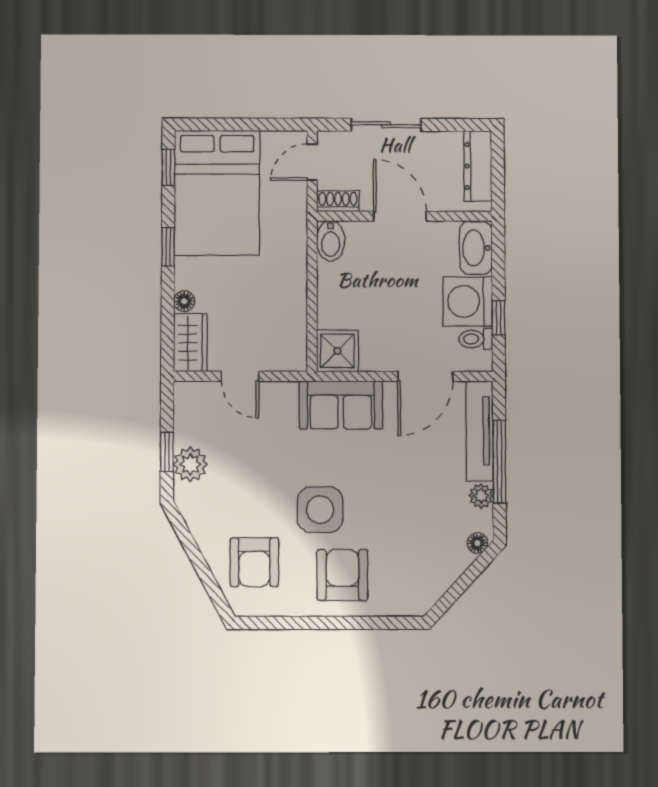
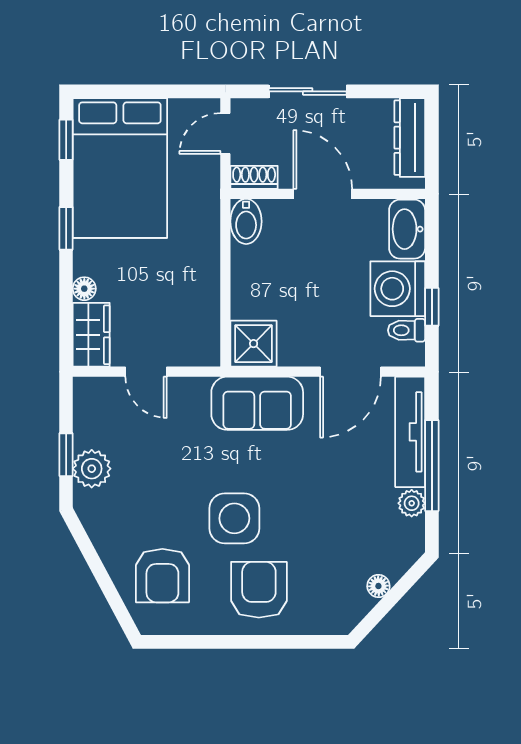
floor lamp: (477, 543) -> (378, 586), moved

